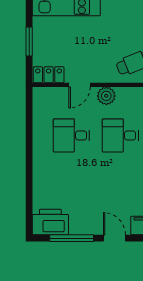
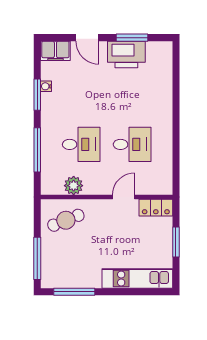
plant: (106, 96) -> (74, 186), moved
printer: (50, 222) -> (126, 54), moved
window: (72, 238) -> (132, 38), width x0.69

